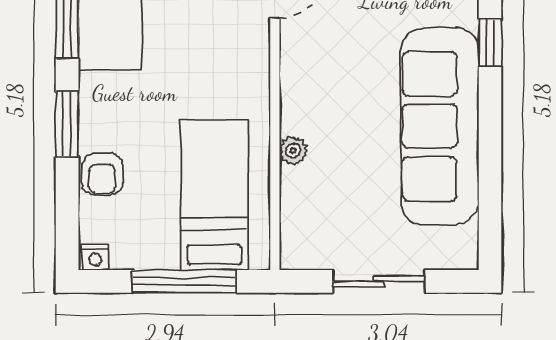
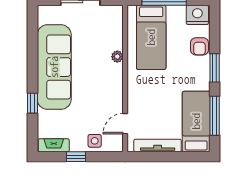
armchair: (102, 174) -> (199, 46), turned 180
nightstand: (95, 258) -> (197, 15), width x1.89, depth x1.79

